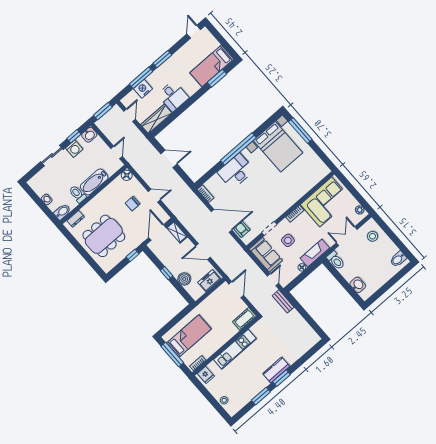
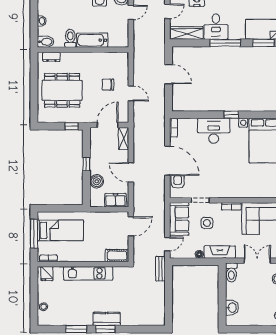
window: (190, 102) -> (225, 43), added
window: (238, 149) -> (231, 115), width x0.32
door: (117, 152) -> (131, 13), moved
floor lamp: (127, 175) -> (123, 58), removed

